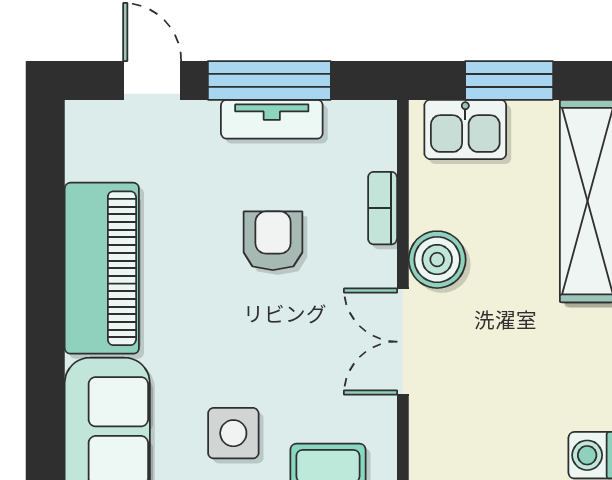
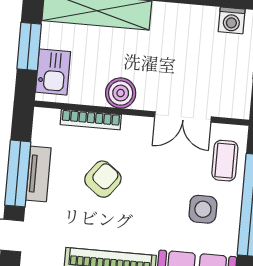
bookcase: (383, 208) -> (91, 120), width x1.56
armchair: (273, 241) -> (103, 179), turned 127
double door: (403, 342) -> (183, 117), moved

